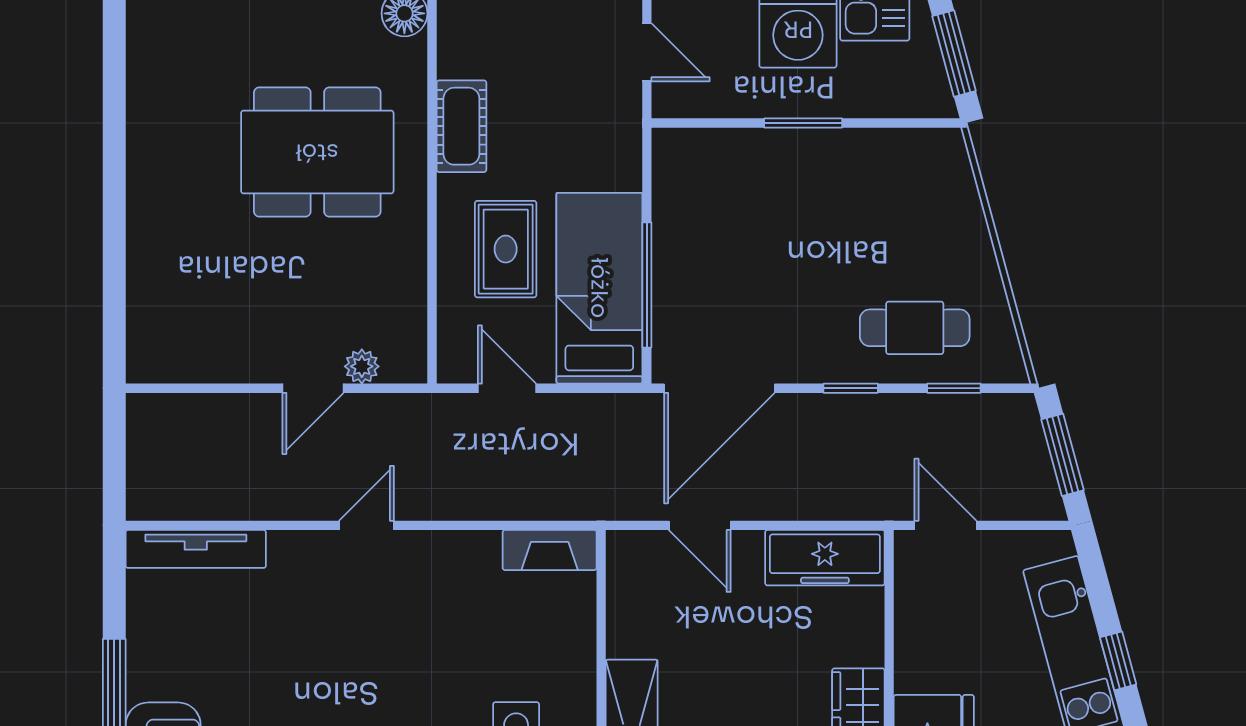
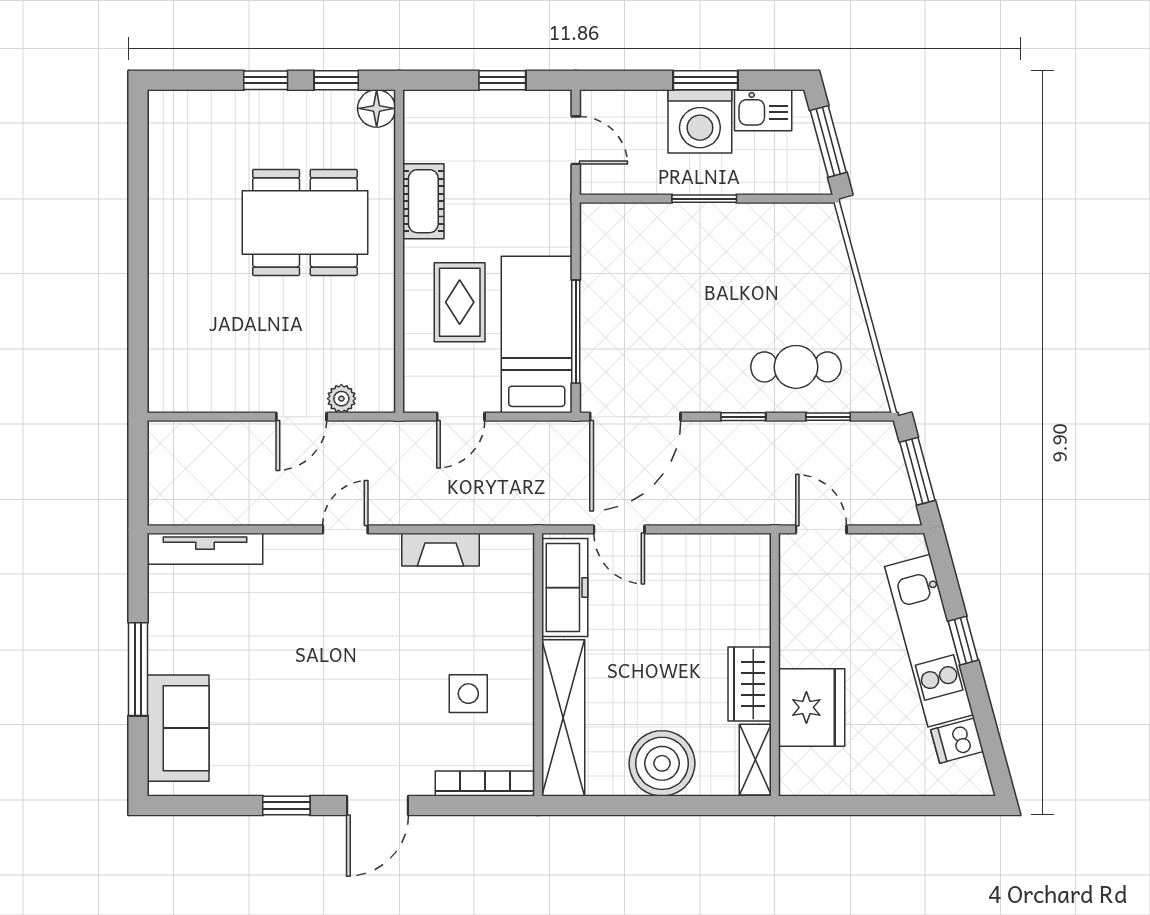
door: (507, 388) -> (461, 417), swing flipped
fireplace: (550, 550) -> (441, 550), moved
freezer: (825, 558) -> (565, 588), moved, turned -90

